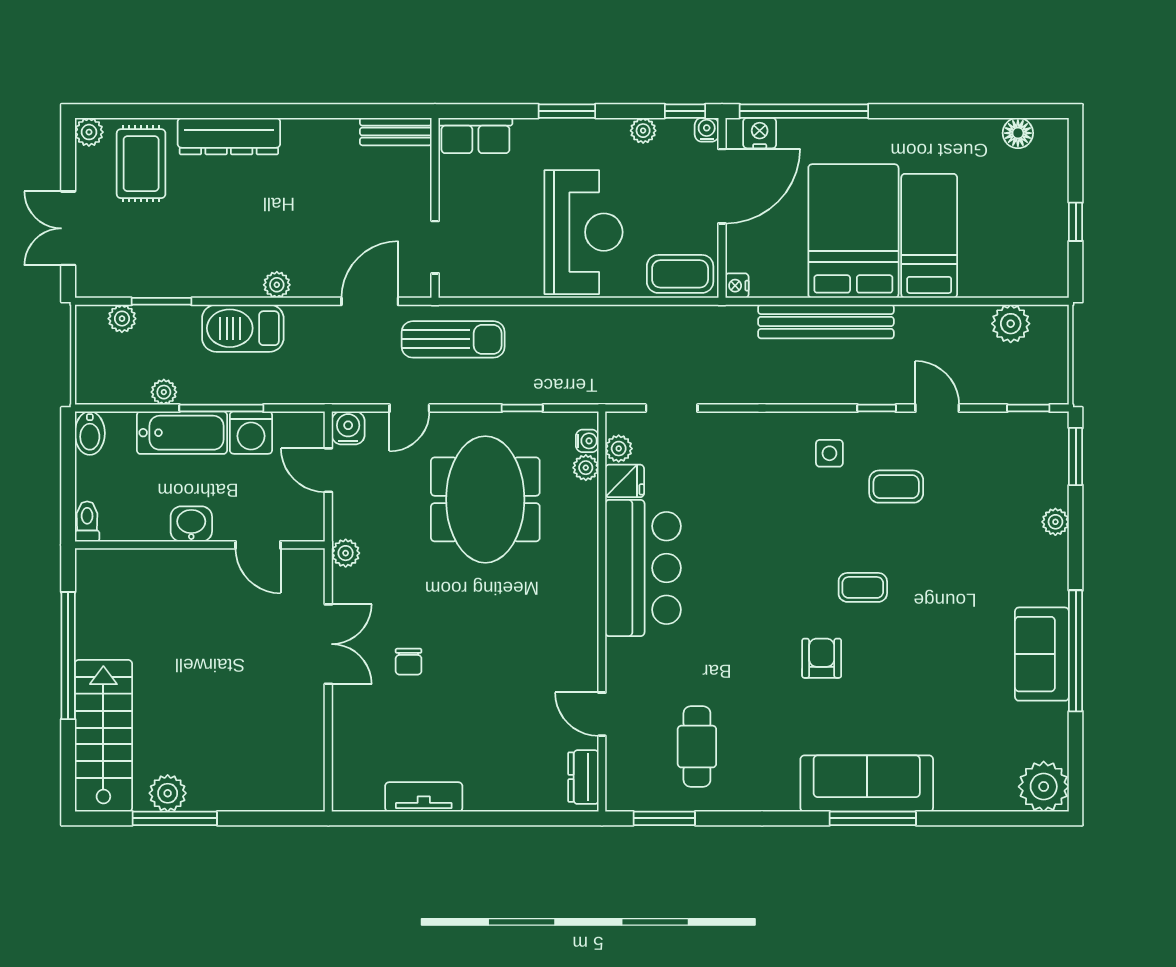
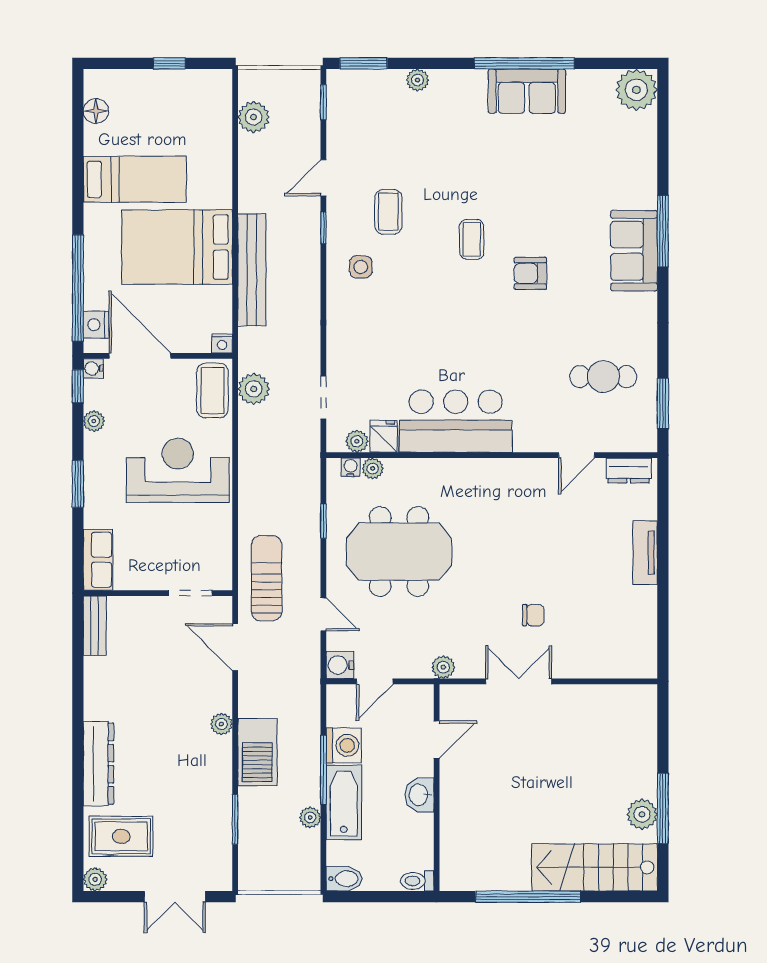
bed: (929, 236) -> (135, 179), moved, turned 180
plant: (122, 319) -> (254, 389), moved, width x1.38, depth x1.38
sofa: (867, 784) -> (634, 251), width x0.73
tv unit: (424, 797) -> (645, 553), moved

